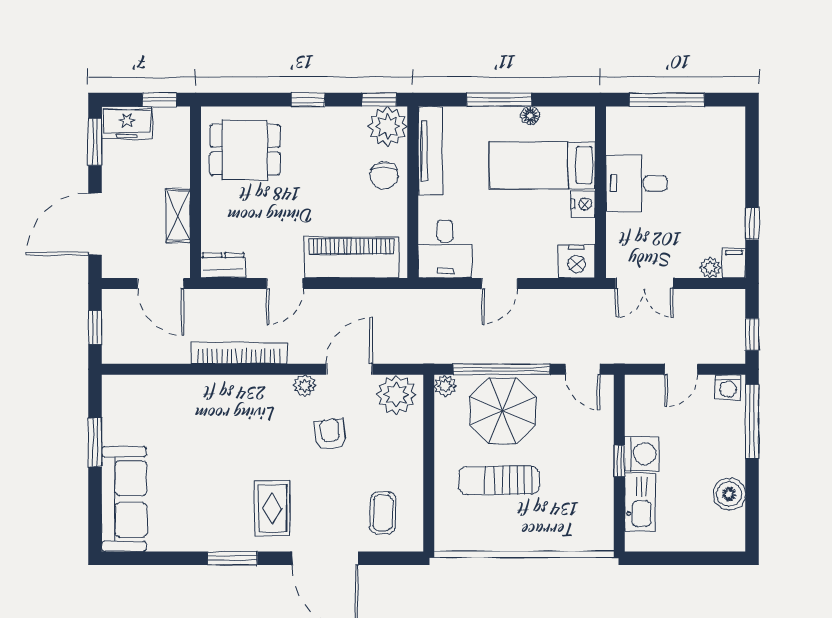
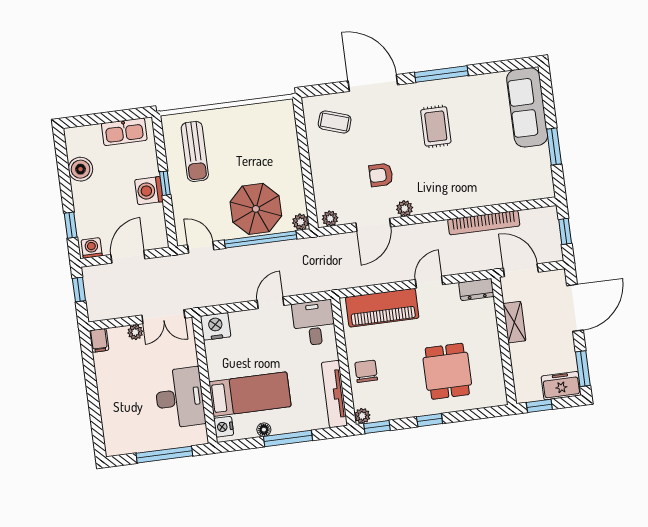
plant: (388, 126) -> (362, 416), width x0.53, depth x0.53
dining table: (245, 150) -> (447, 371), moved, turned 90
desk: (637, 183) -> (180, 398), width x1.37
nightstand: (583, 204) -> (224, 427), moved
window: (752, 224) -> (90, 371), removed
plant: (710, 268) -> (135, 332), moved
double door: (644, 283) -> (163, 317), swing flipped
bookcase: (239, 353) -> (484, 223), moved
door: (681, 369) -> (128, 257), width x1.38
plant: (396, 395) -> (330, 218), width x0.53, depth x0.53
window: (752, 421) -> (71, 225), width x0.46
armchair: (330, 434) -> (381, 175), turned 97
sun lounger: (499, 480) -> (195, 151), moved, turned 90
kitchen sink: (640, 502) -> (124, 132), moved, turned -90
rug: (272, 508) -> (436, 126), moved
coffee table: (383, 513) -> (335, 122), turned -74
window: (232, 558) -> (441, 74), width x1.44

